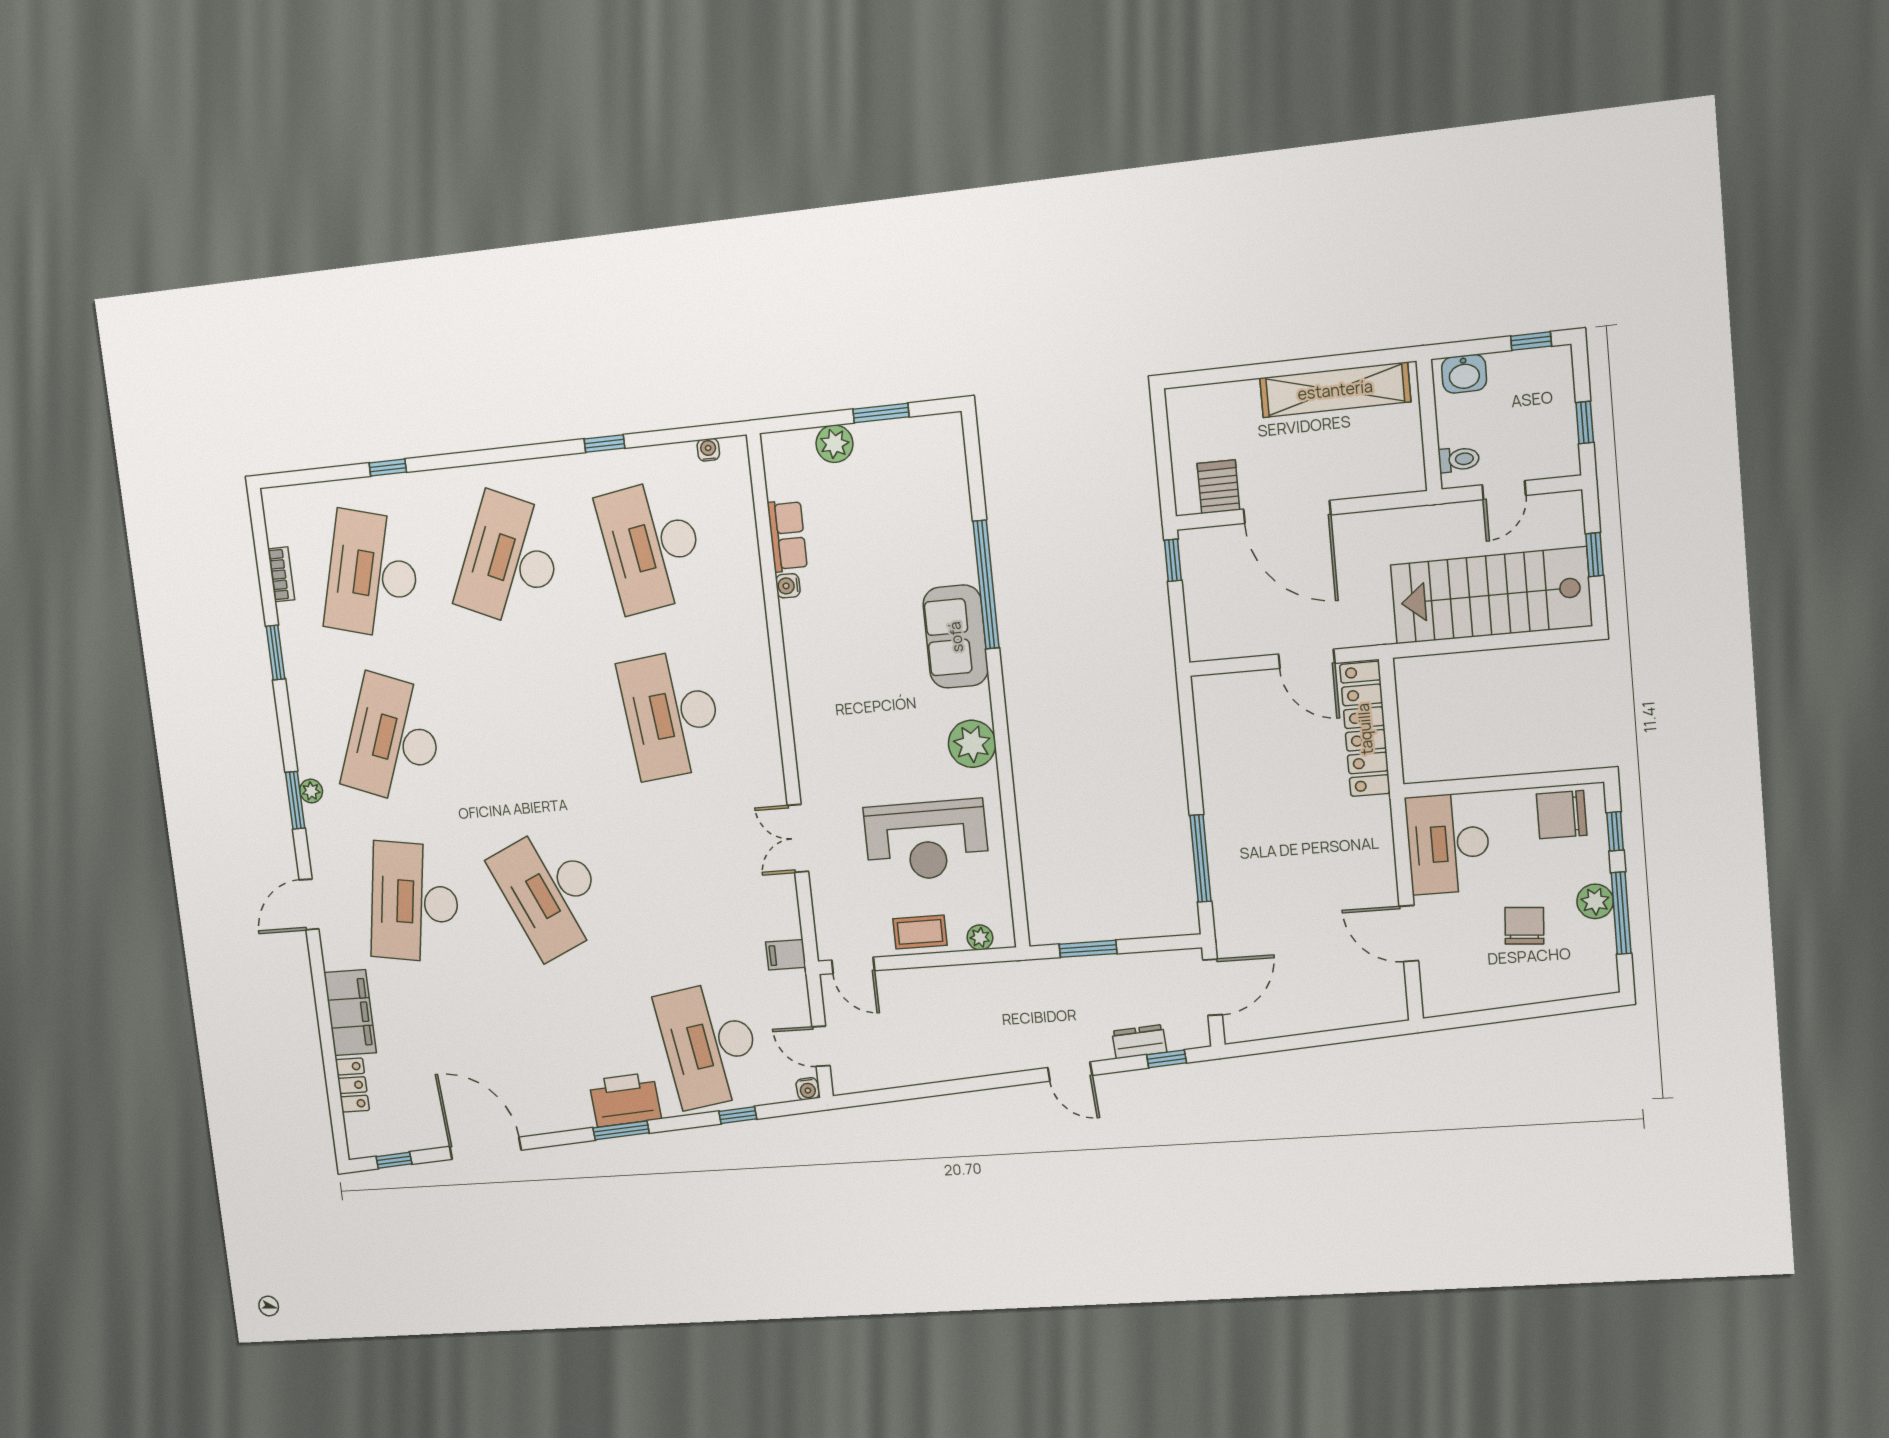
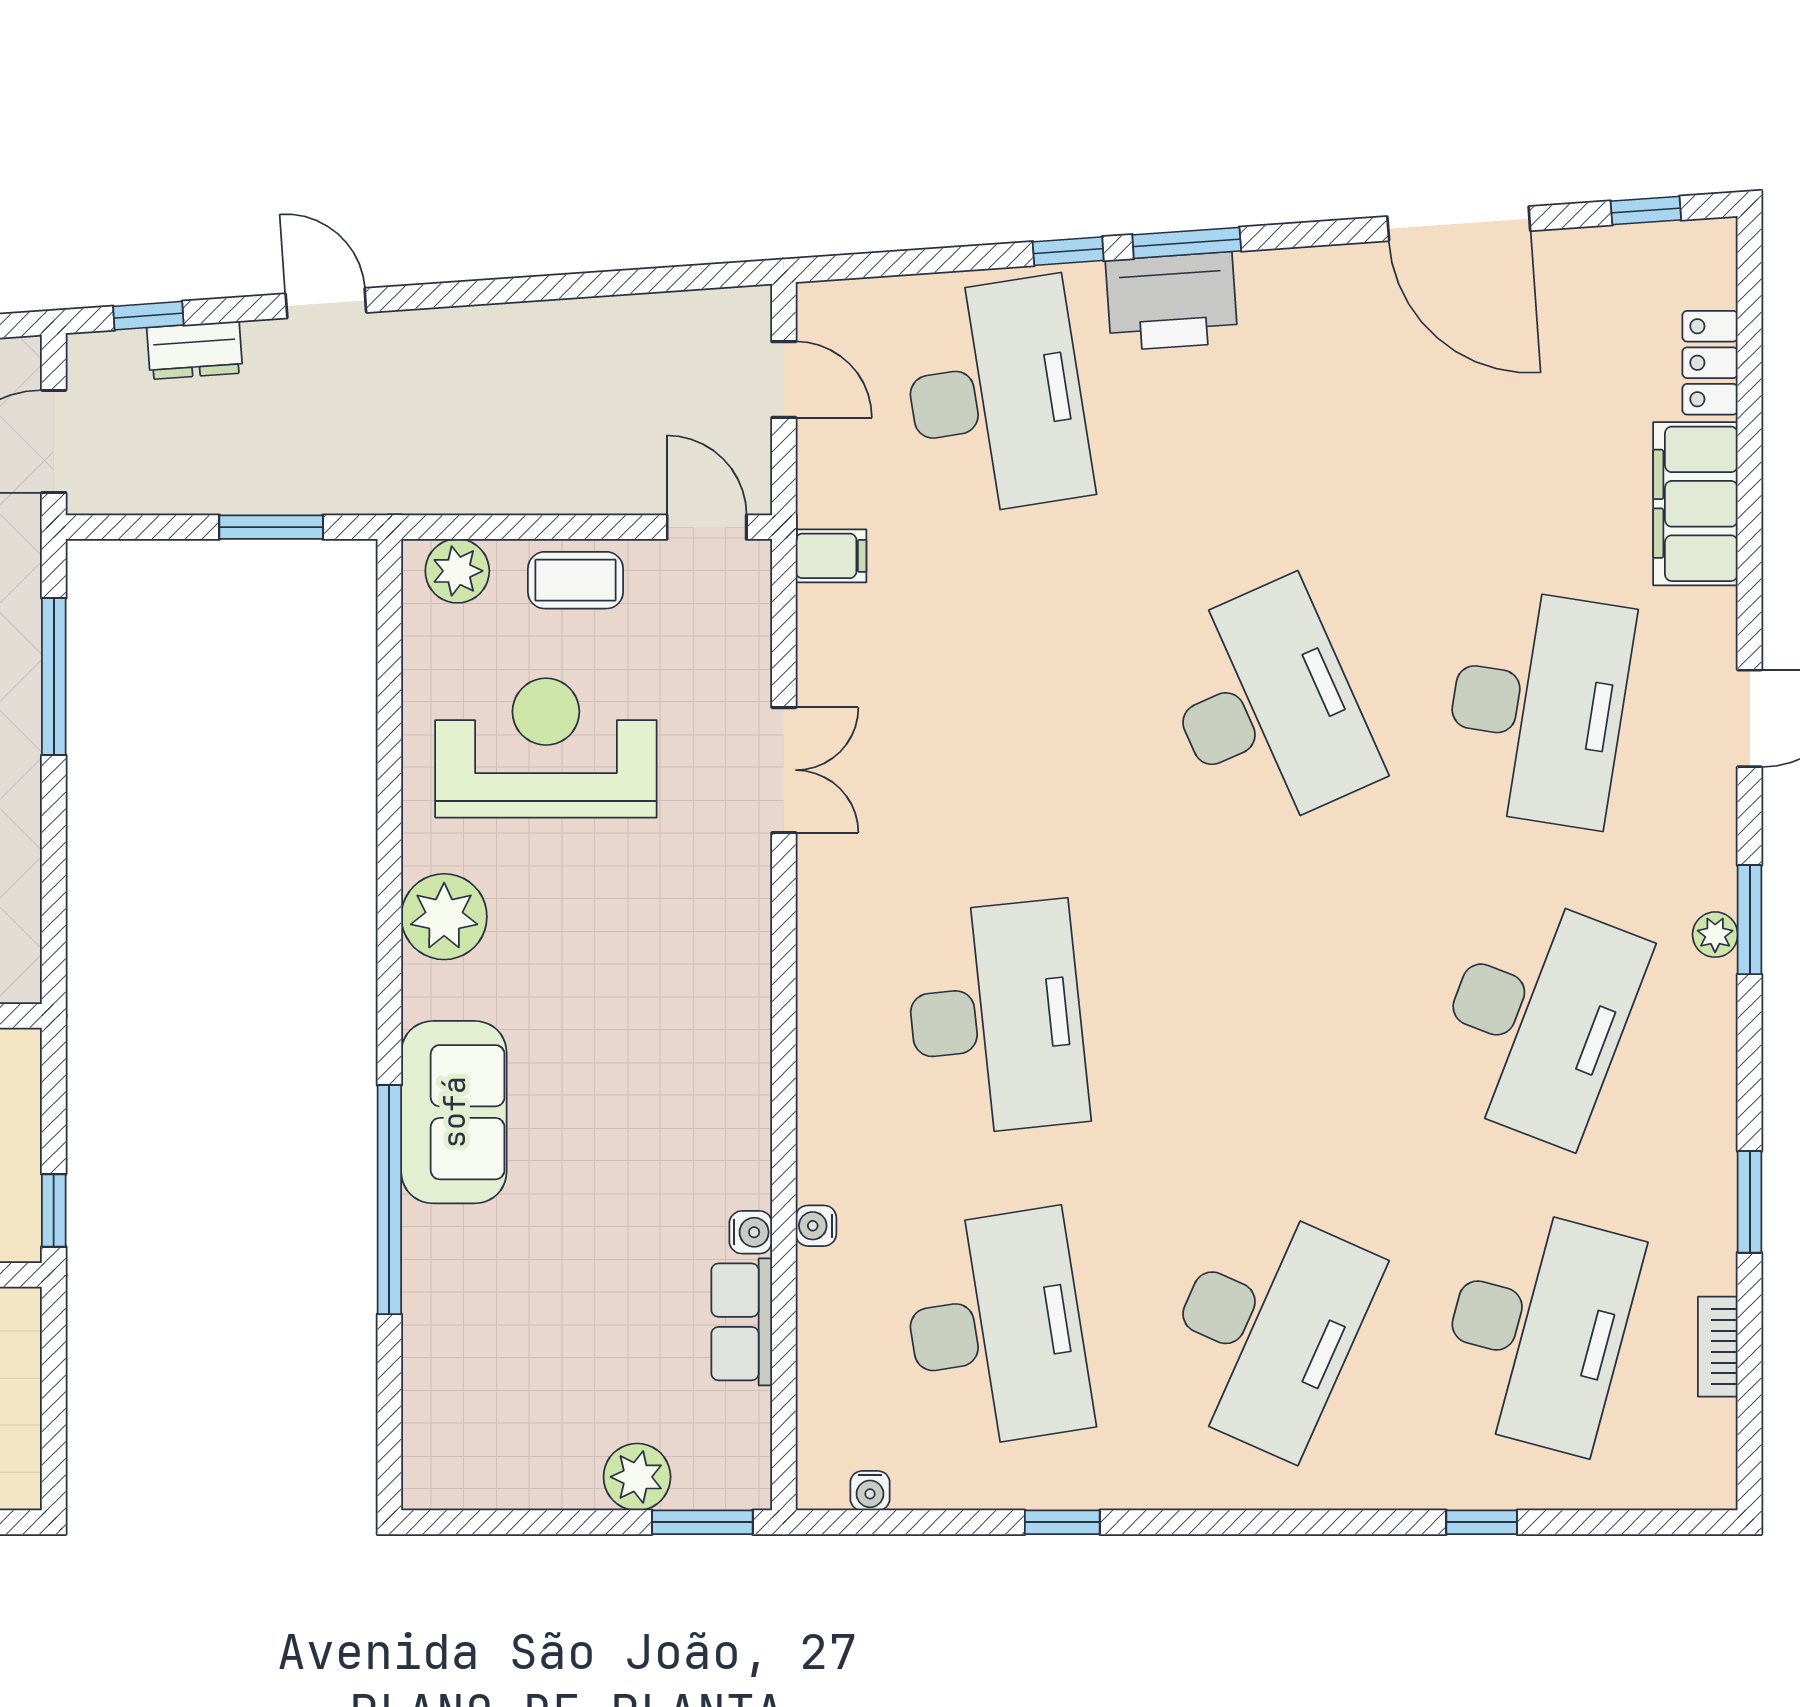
window: (881, 413) -> (702, 1522), moved
plant: (980, 937) -> (457, 571), width x1.38, depth x1.38
water cooler: (808, 1089) -> (816, 1226), moved, turned -86
window: (738, 1115) -> (1068, 251), moved

